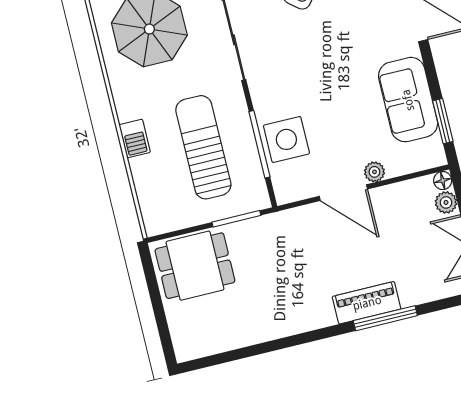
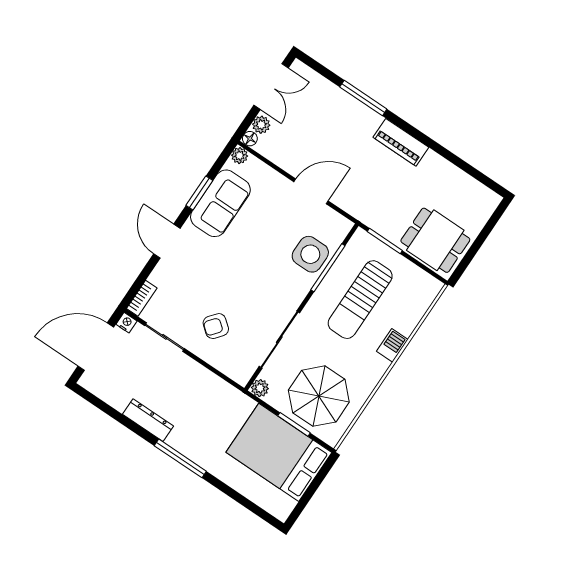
window: (443, 121) -> (199, 193), moved
plant: (374, 172) -> (240, 156), moved
door: (343, 193) -> (311, 191), hinge flipped
piano: (367, 303) -> (401, 142), moved

